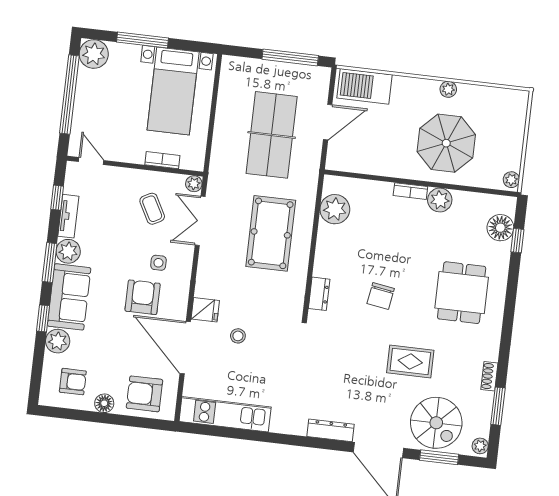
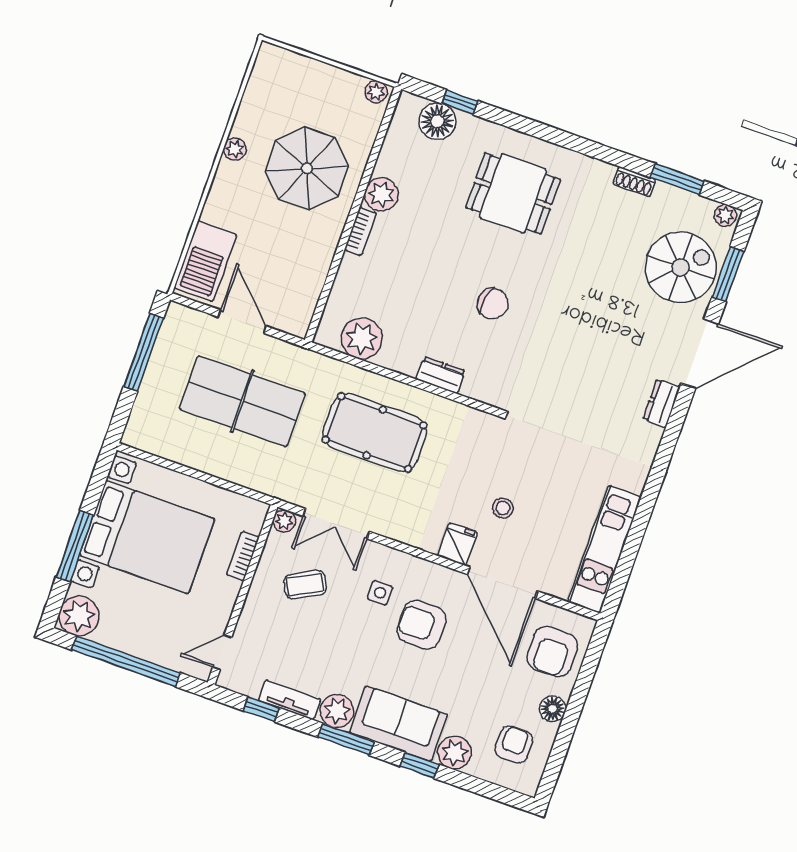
bed with nightstands: (173, 91) -> (147, 537), width x1.36
dresser: (319, 294) -> (441, 375), moved
door: (185, 348) -> (502, 583), hinge flipped
rug: (410, 361) -> (590, 284), removed
dresser: (330, 430) -> (662, 403), width x0.70

